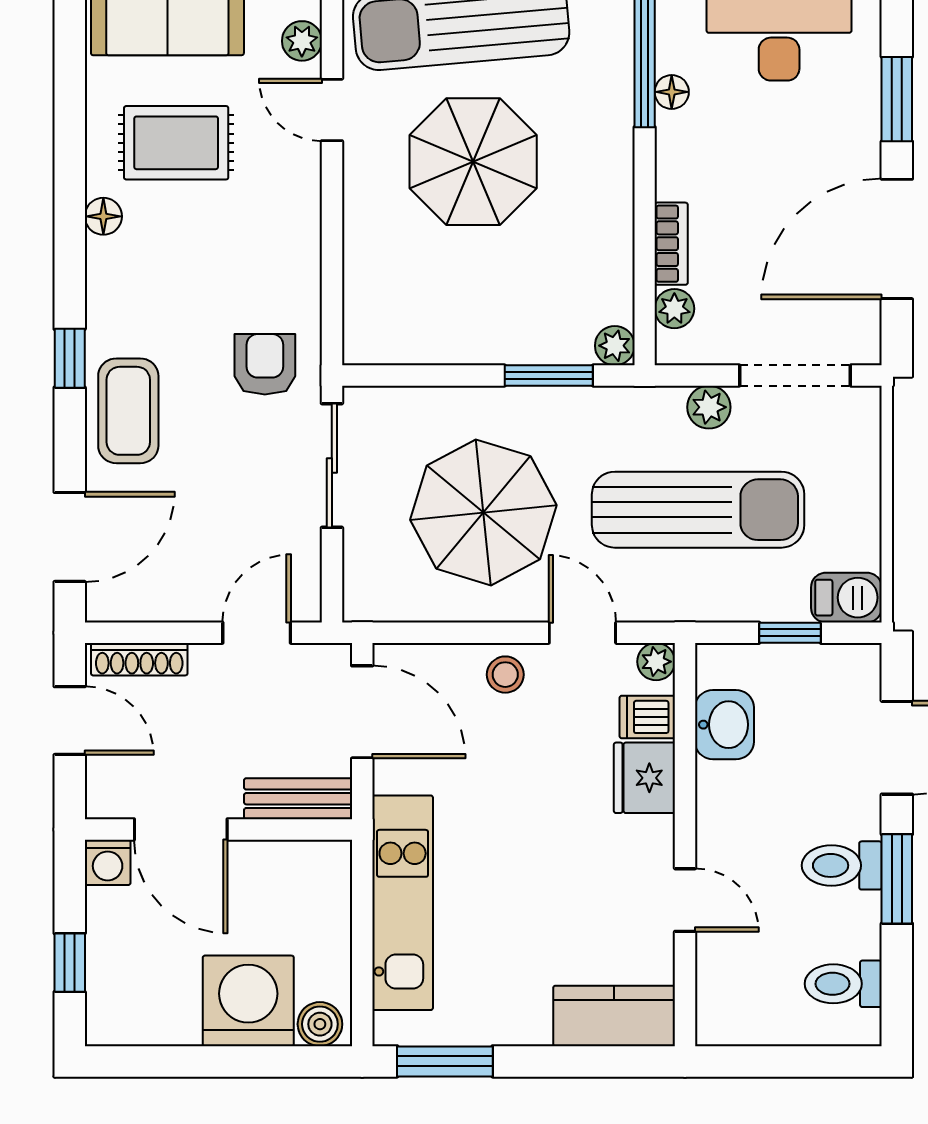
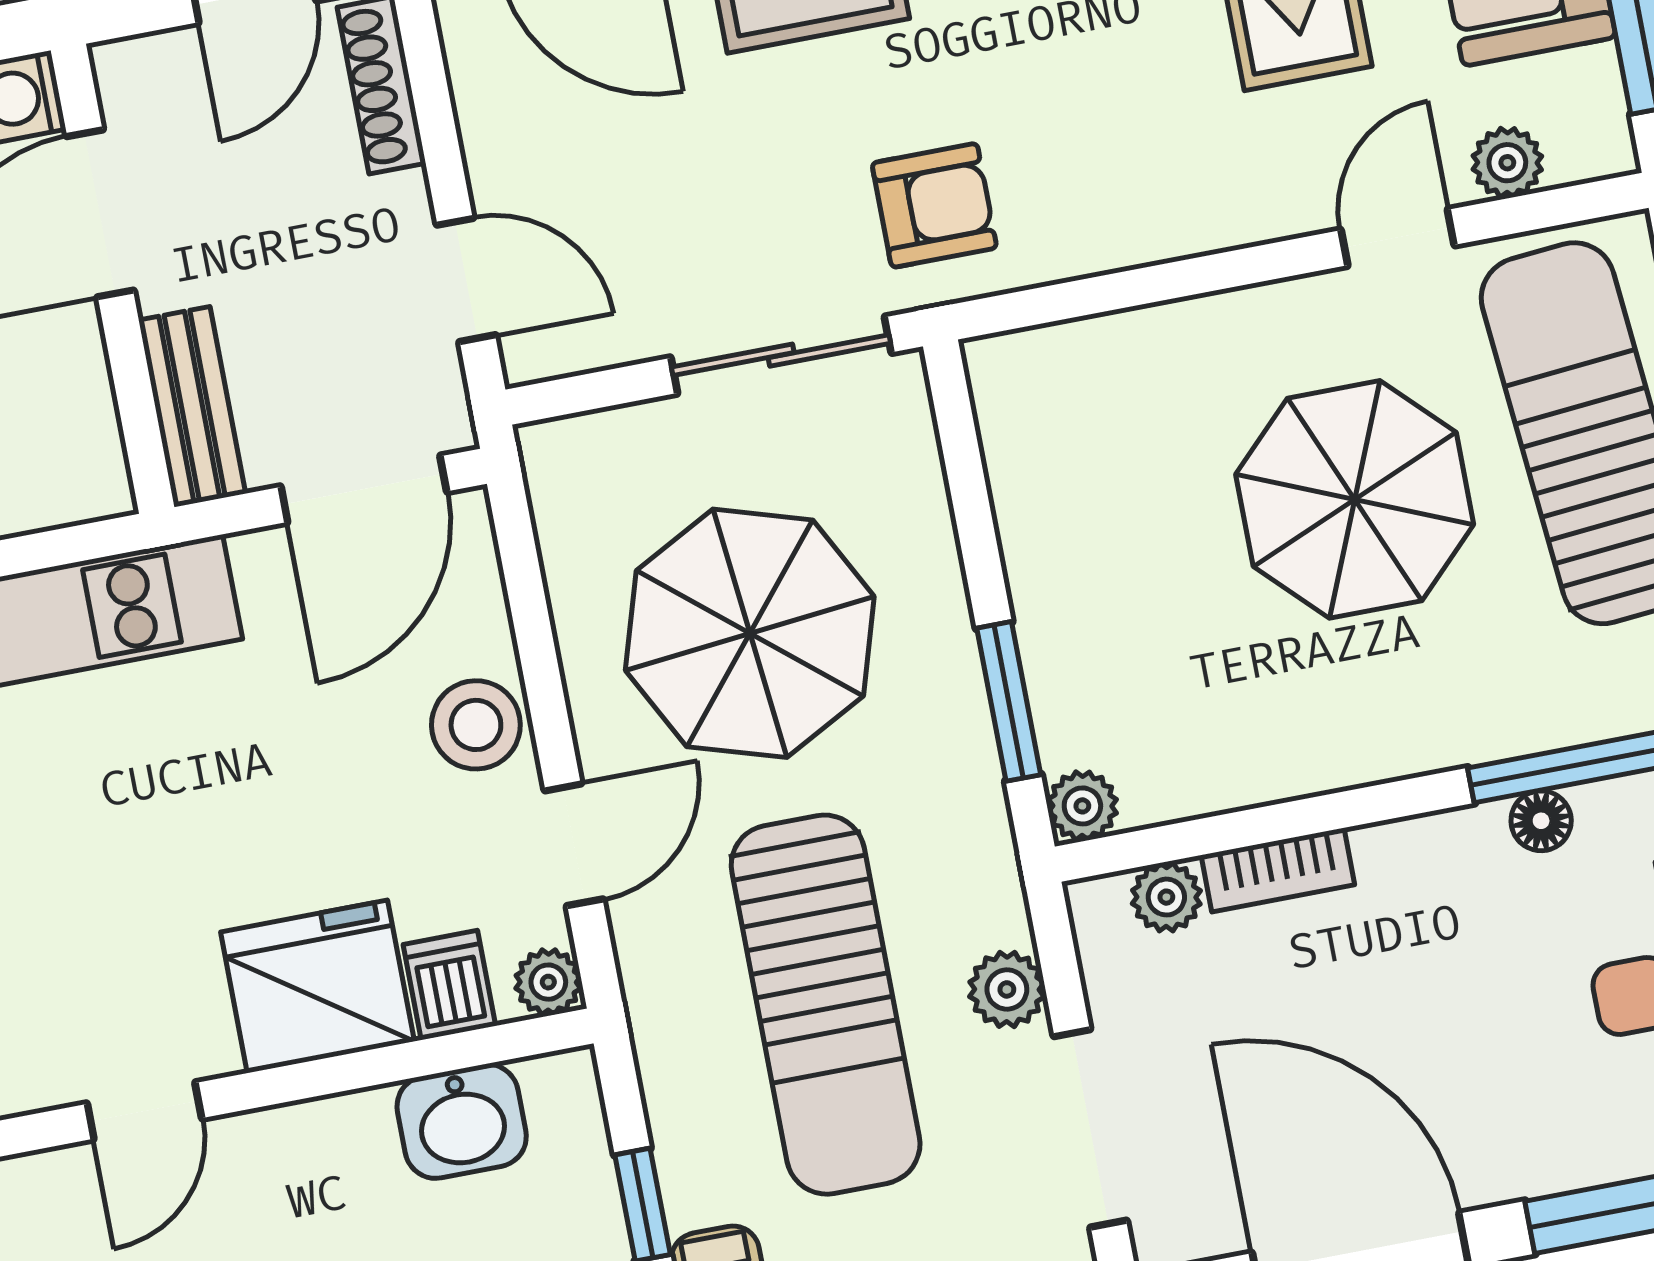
stool: (505, 675) -> (476, 725), width x1.37, depth x1.37
fridge: (644, 778) -> (317, 987), width x1.36, depth x1.34

